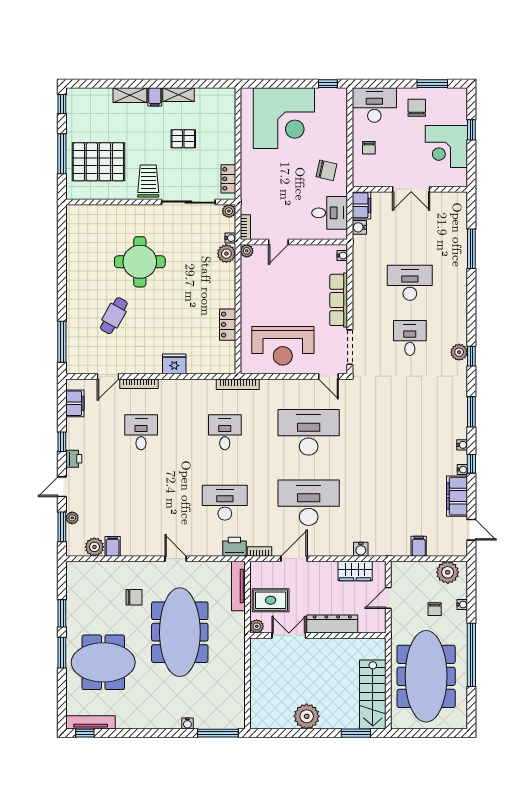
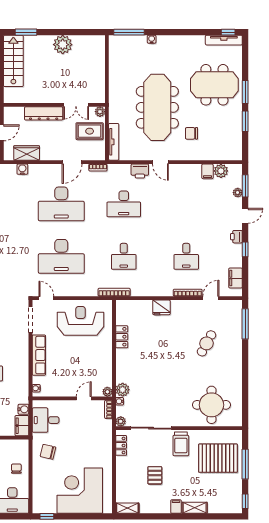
shelving: (178, 95) -> (127, 508), moved
pallet: (183, 139) -> (155, 475), turned 90
round table: (140, 262) -> (211, 405), moved
printer: (234, 547) -> (140, 171), moved

